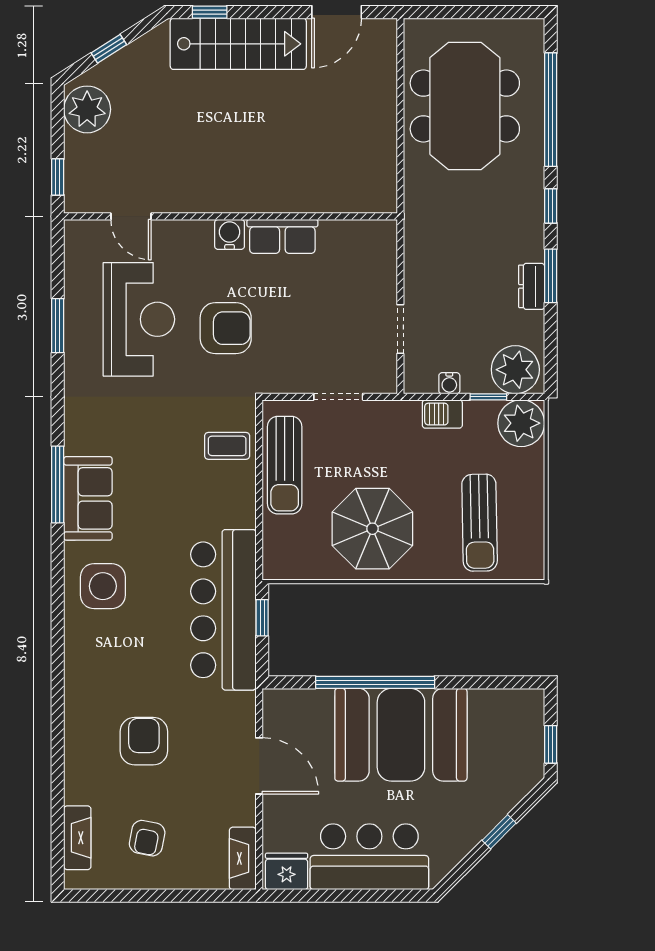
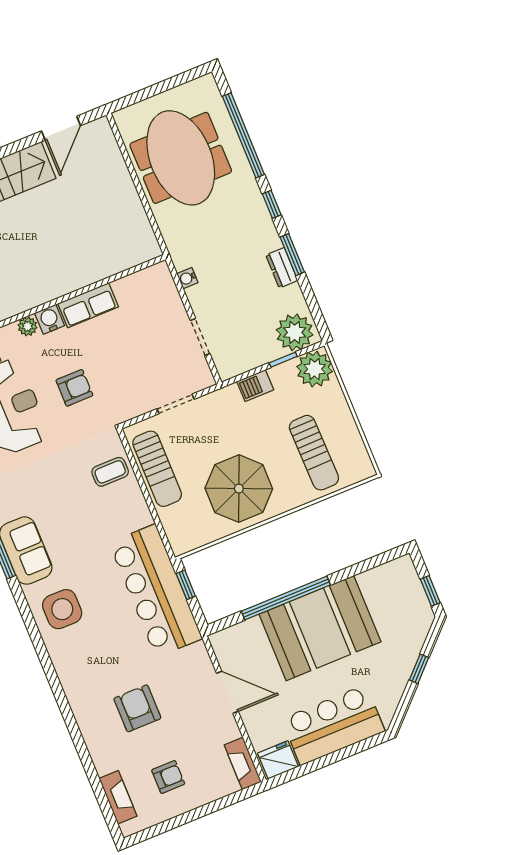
plant: (200, 232) -> (27, 326), added
armchair: (226, 328) -> (74, 388), width x0.72, depth x0.72
water cooler: (449, 383) -> (187, 278), moved, turned 90
armchair: (147, 838) -> (168, 777), turned -101

